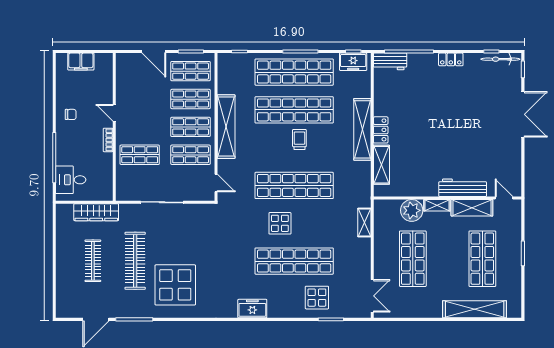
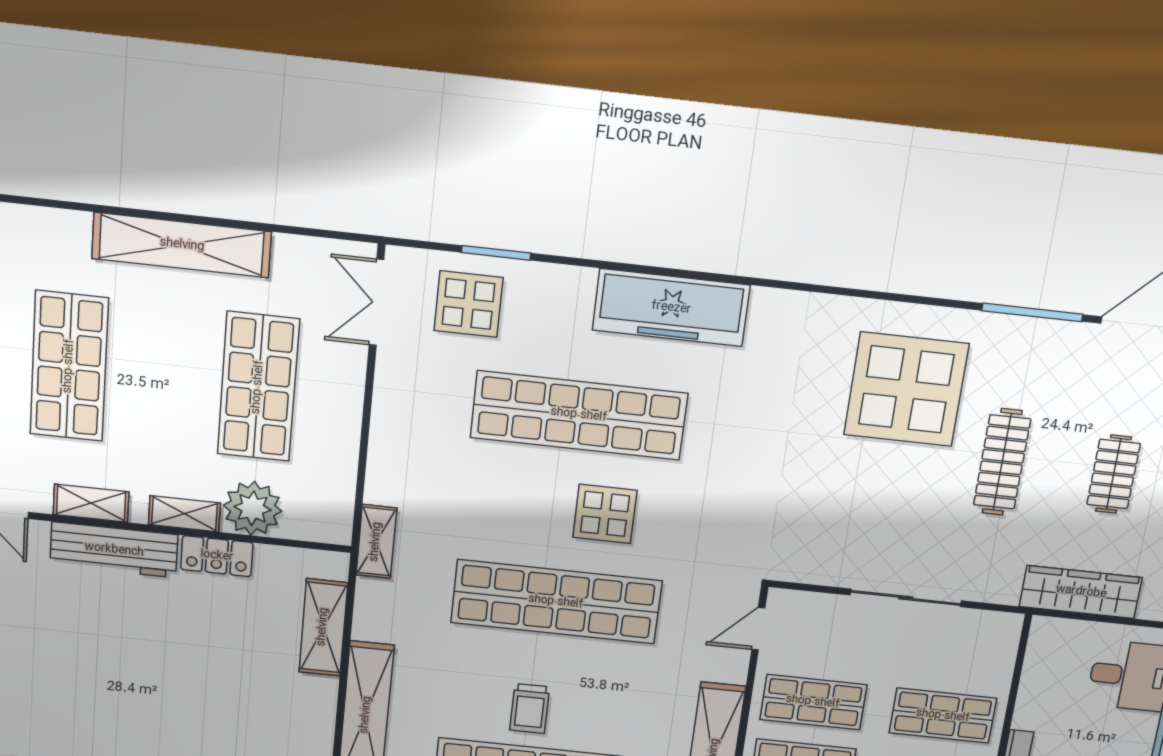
locker: (381, 130) -> (217, 556), moved, turned -90
door: (216, 183) -> (758, 629), hinge flipped
shelving: (472, 208) -> (91, 503), width x0.67, depth x0.75
shelving: (364, 223) -> (376, 542), moved
clothes rail: (93, 261) -> (1114, 474), width x0.73
clothes rail: (135, 261) -> (1002, 462), width x0.73, depth x0.76
display table: (317, 298) -> (468, 304), moved
freezer: (252, 309) -> (671, 308), width x1.91, depth x1.26
shelving: (475, 309) -> (182, 245), moved

